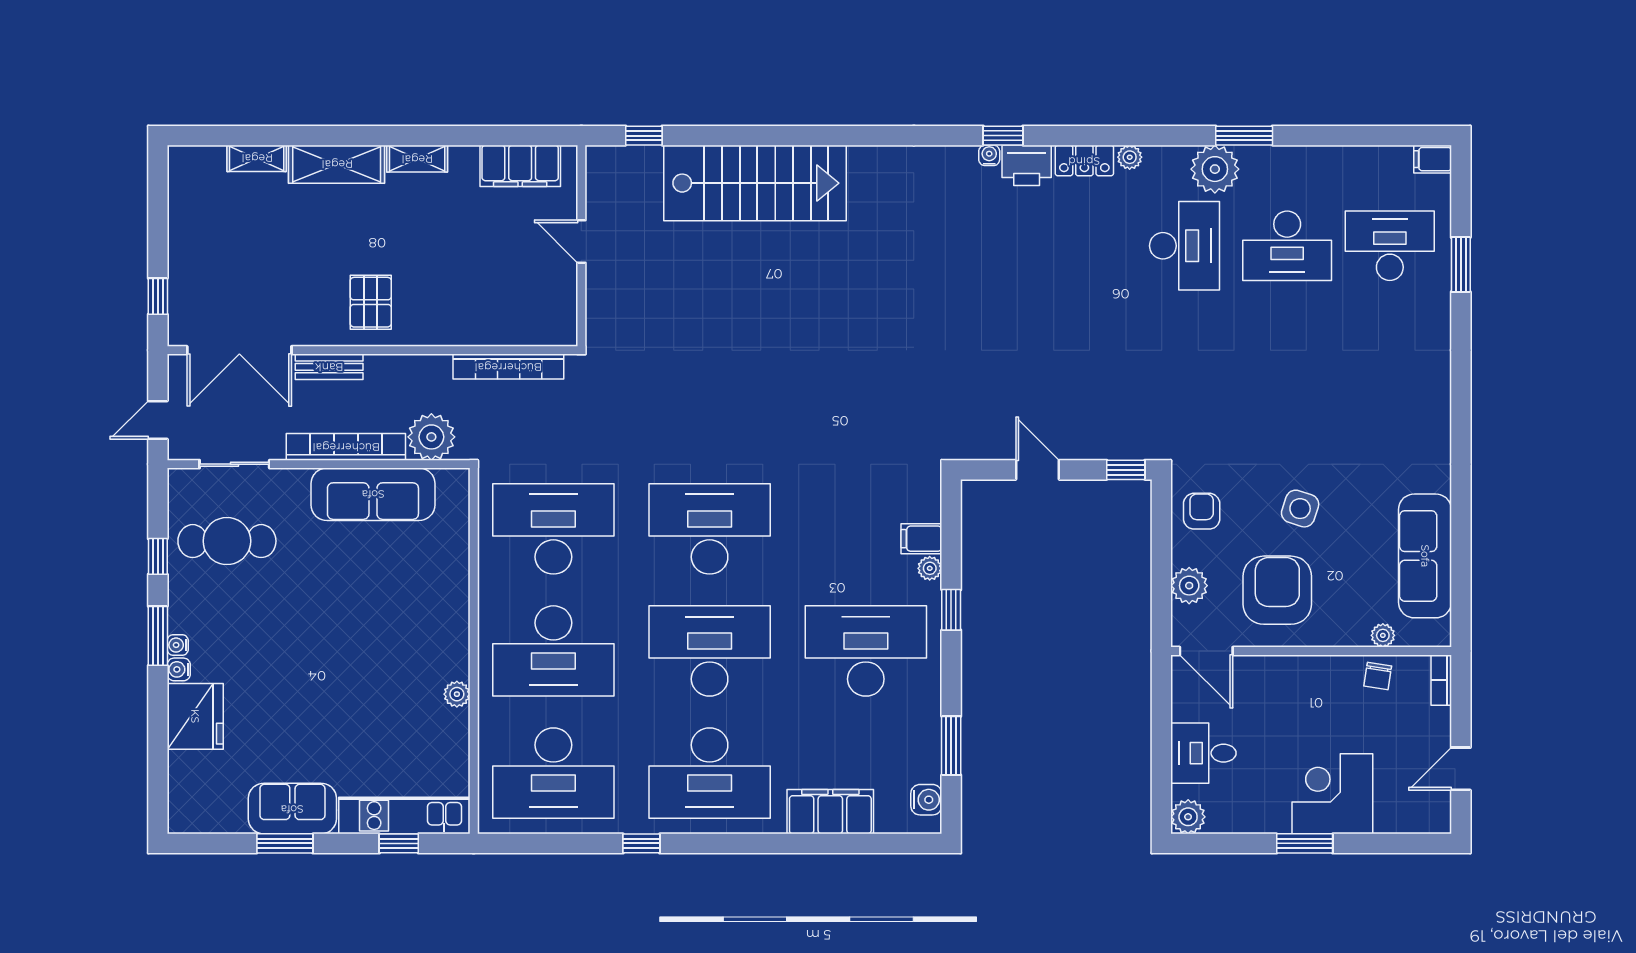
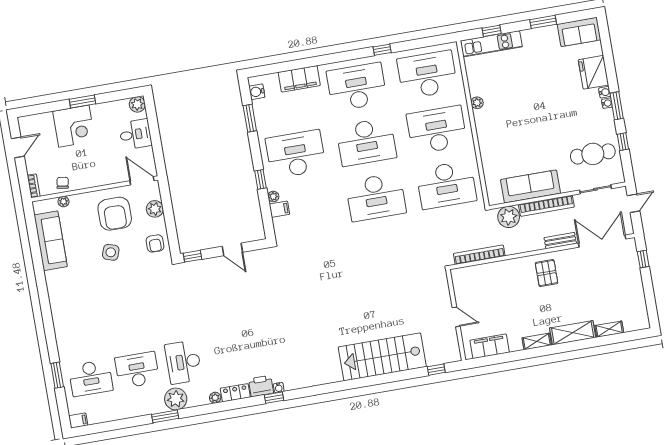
desk: (866, 651) -> (296, 154), turned 180
sofa: (292, 809) -> (579, 32), moved

